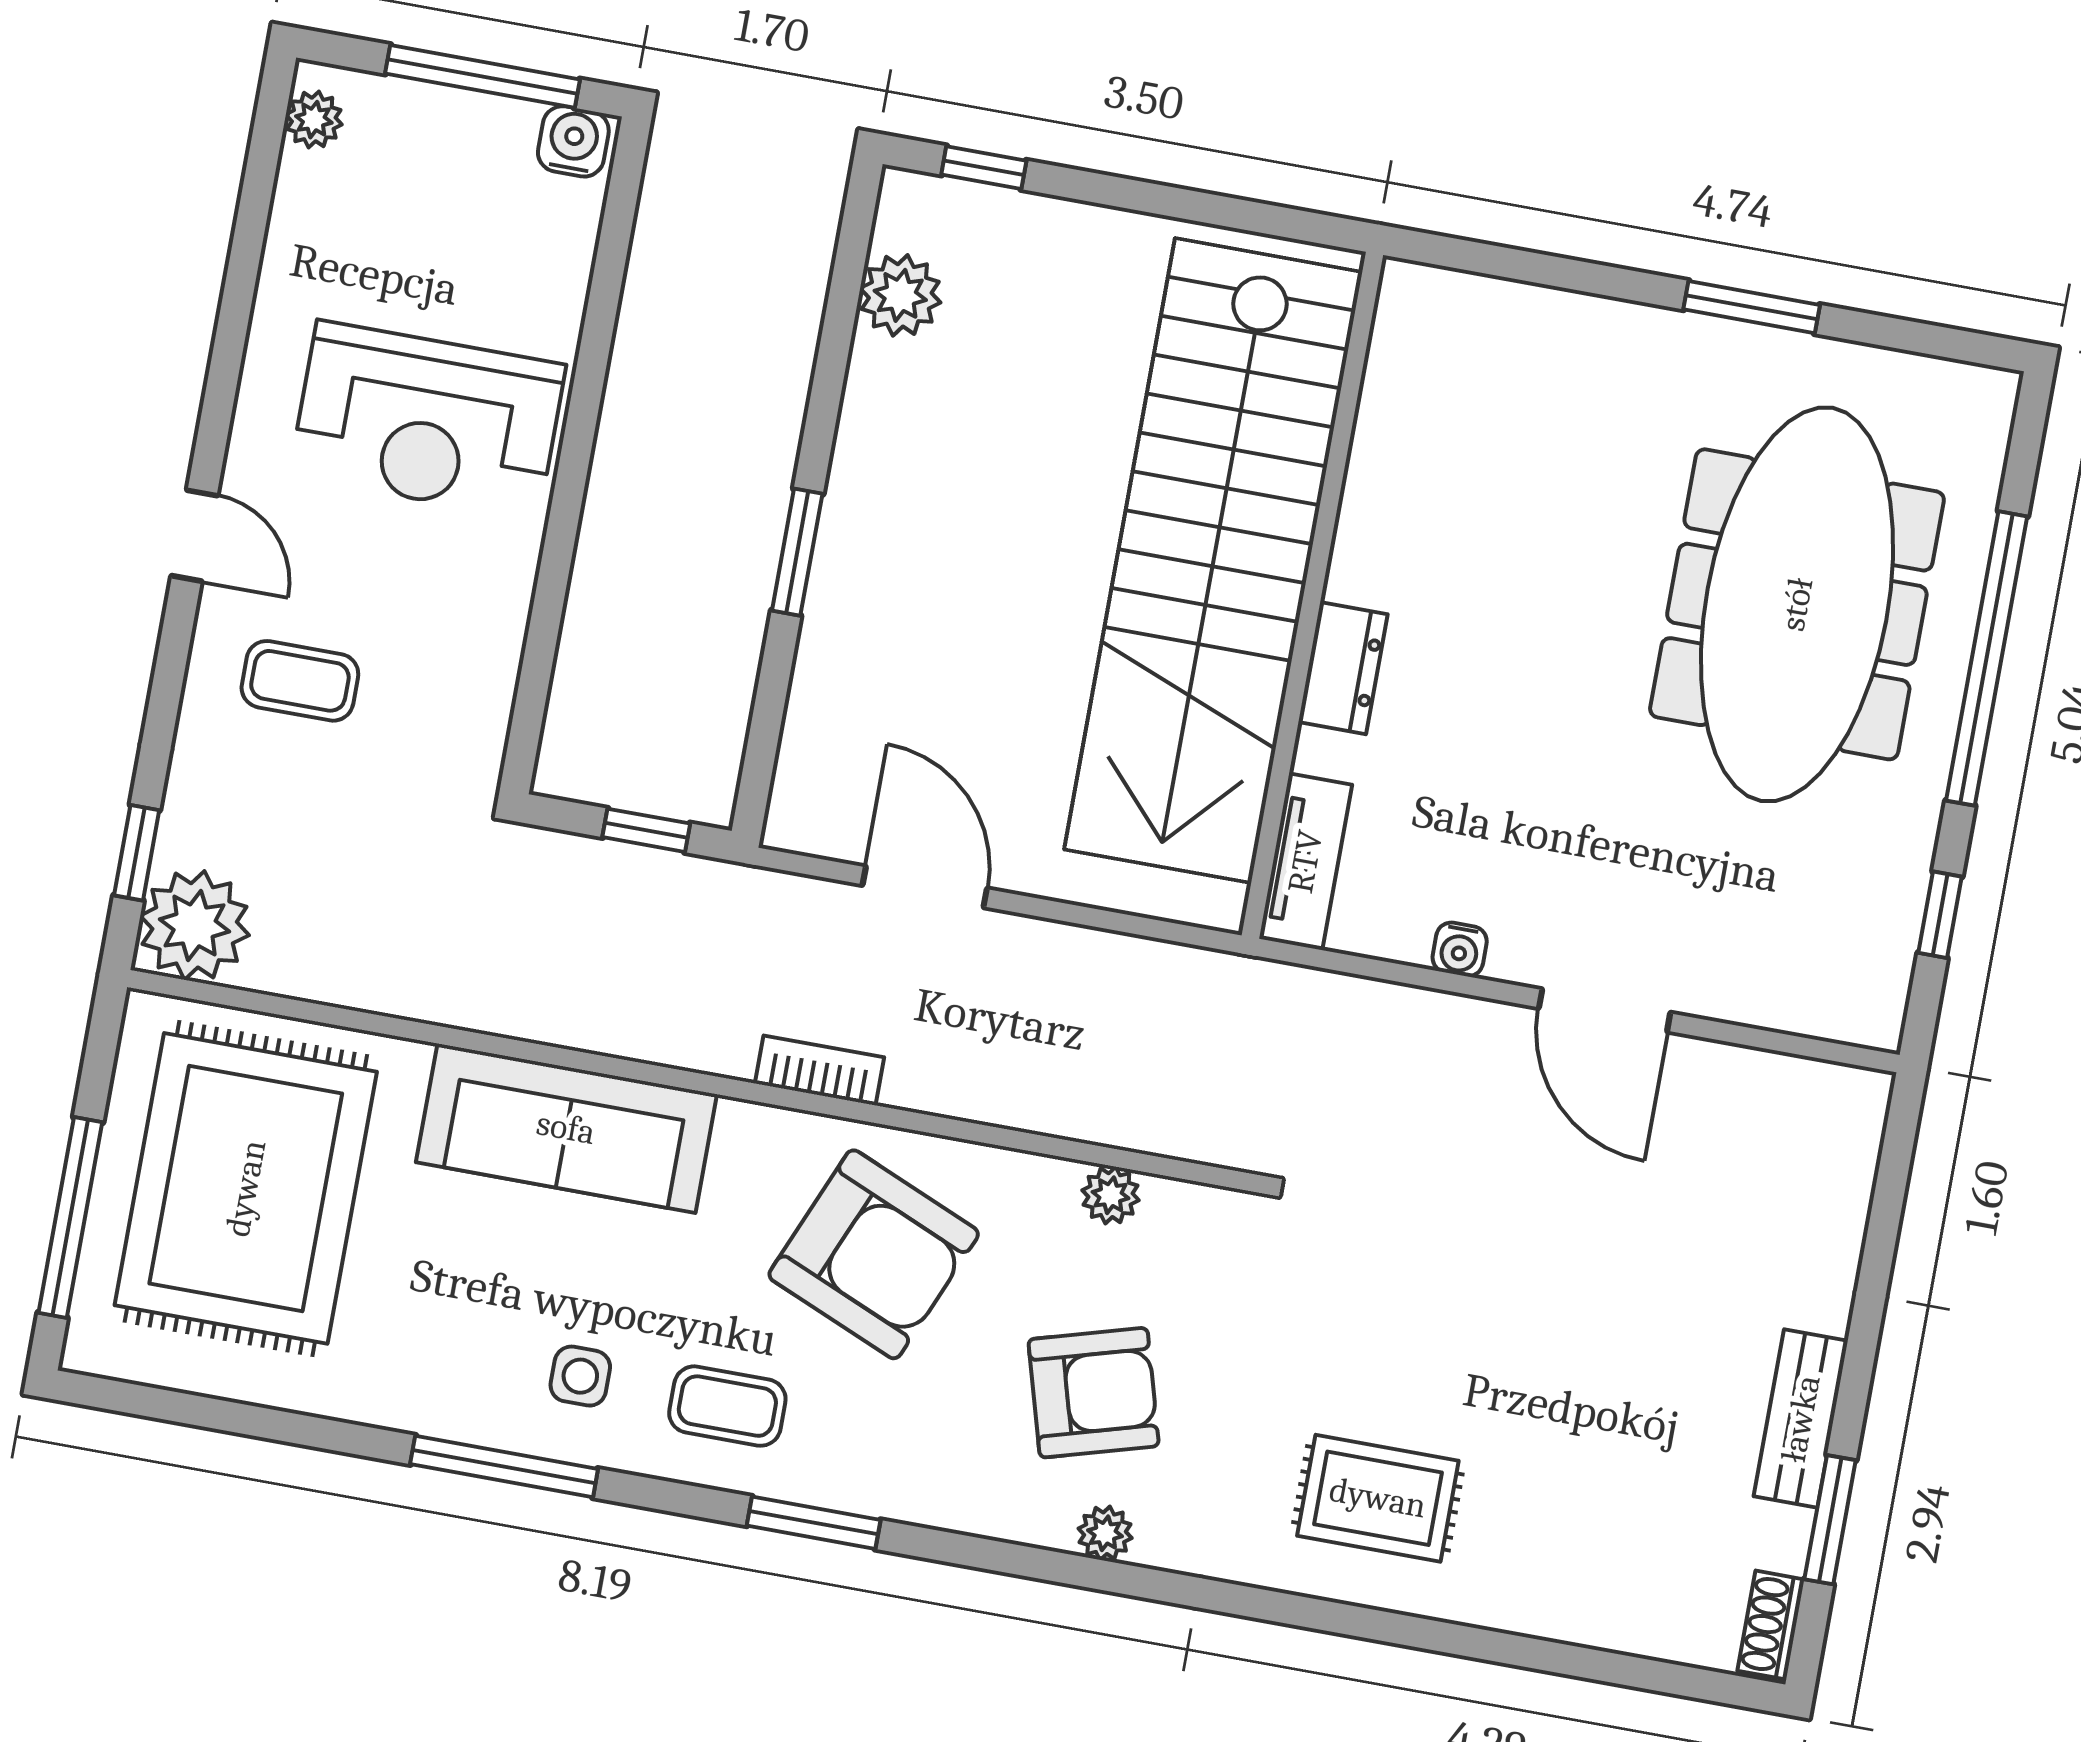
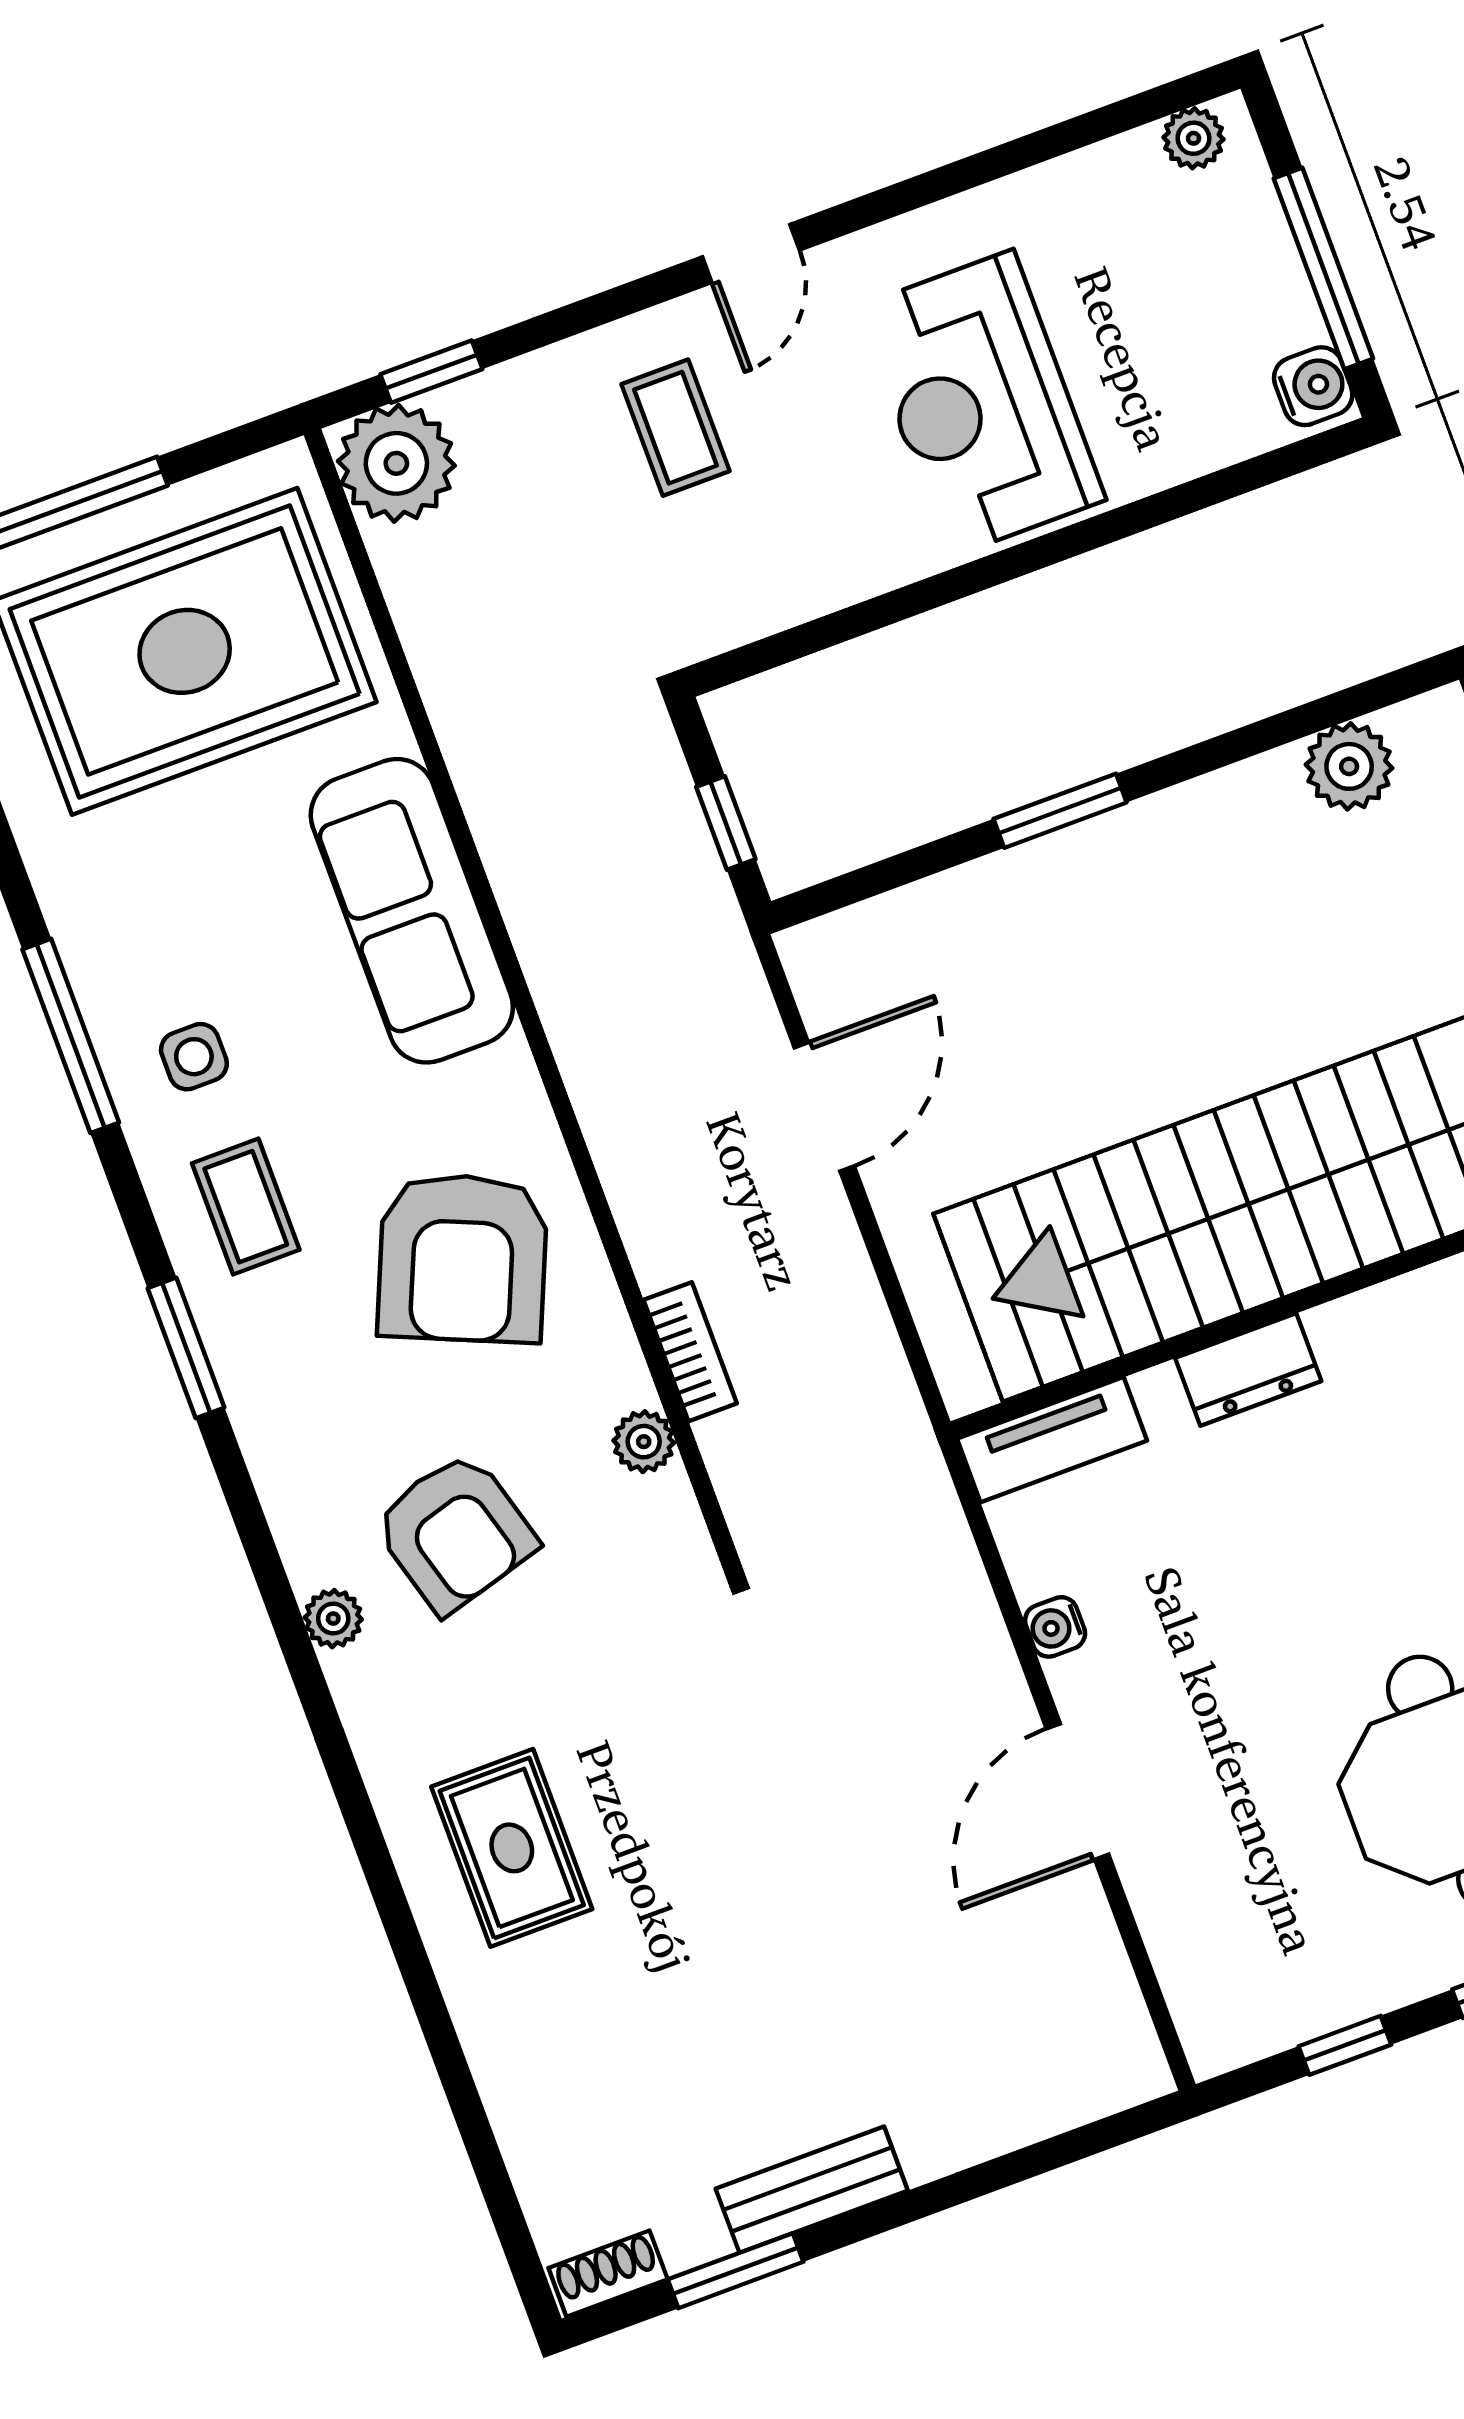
bookcase: (819, 1070) -> (690, 1352), moved

